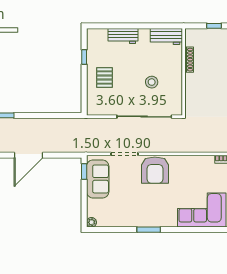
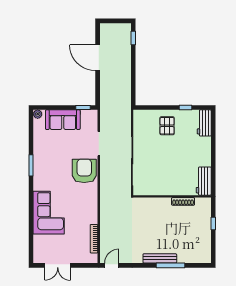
workbench: (123, 36) -> (204, 123), moved
pallet: (105, 78) -> (167, 126), turned 90
stool: (152, 82) -> (163, 168), removed
armchair: (155, 170) -> (84, 171), turned 90
sofa: (98, 179) -> (63, 120), moved

